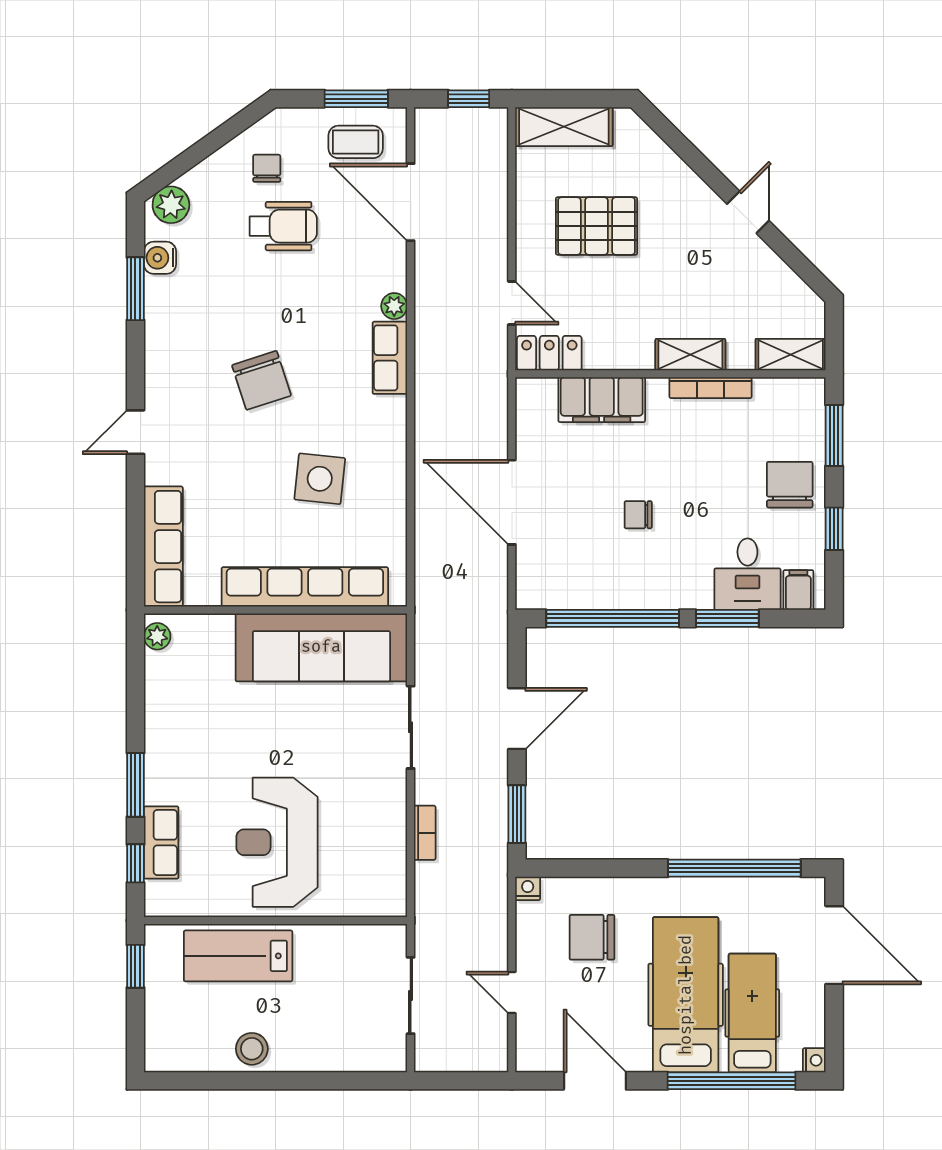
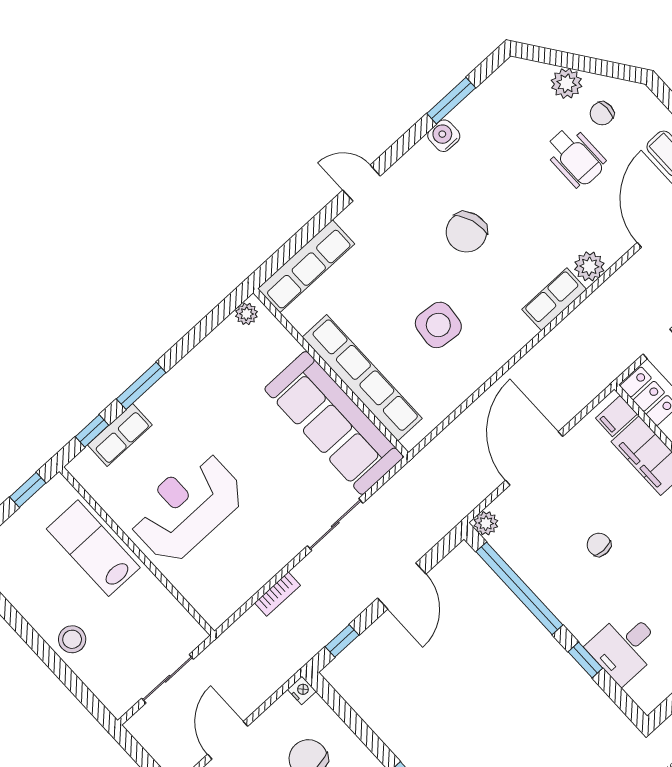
chair: (267, 168) -> (602, 113), turned 180
plant: (171, 205) -> (566, 83), moved
water cooler: (160, 258) -> (444, 136), moved
plant: (394, 306) -> (589, 266), width x1.38, depth x1.38
filing cabinet: (798, 590) -> (616, 416), moved, turned 180
plant: (530, 596) -> (486, 523), added
window: (727, 618) -> (585, 660), width x0.67
door: (517, 719) -> (402, 586), hinge flipped
window: (517, 814) -> (342, 641), width x0.67
door: (512, 992) -> (228, 740), width x1.37
stool: (252, 1049) -> (72, 639), moved

